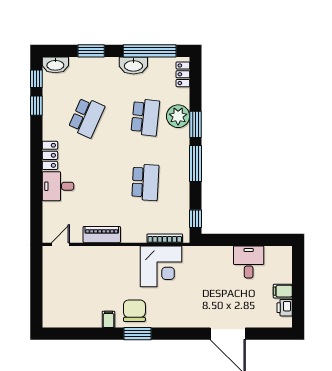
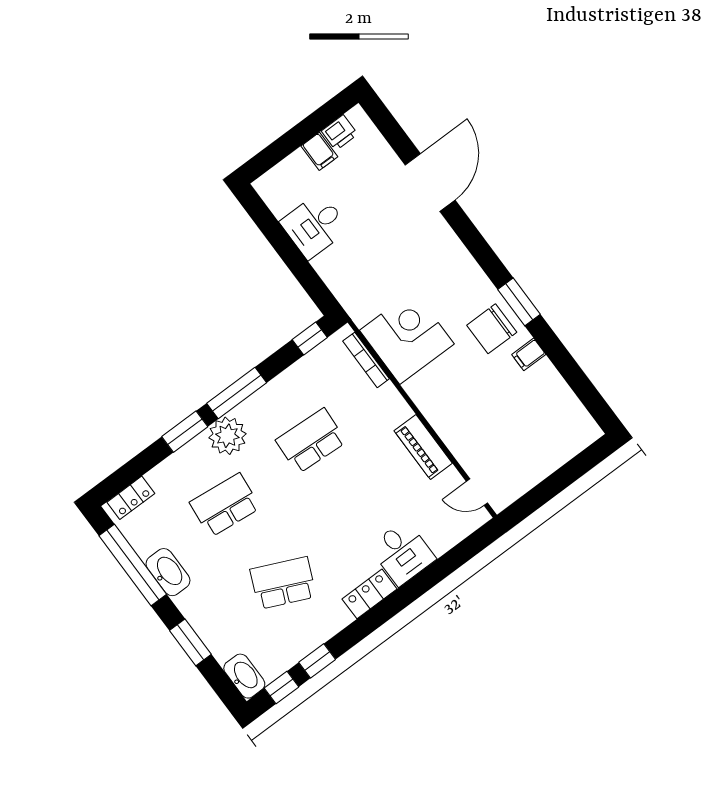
plant: (178, 116) -> (227, 436), moved

